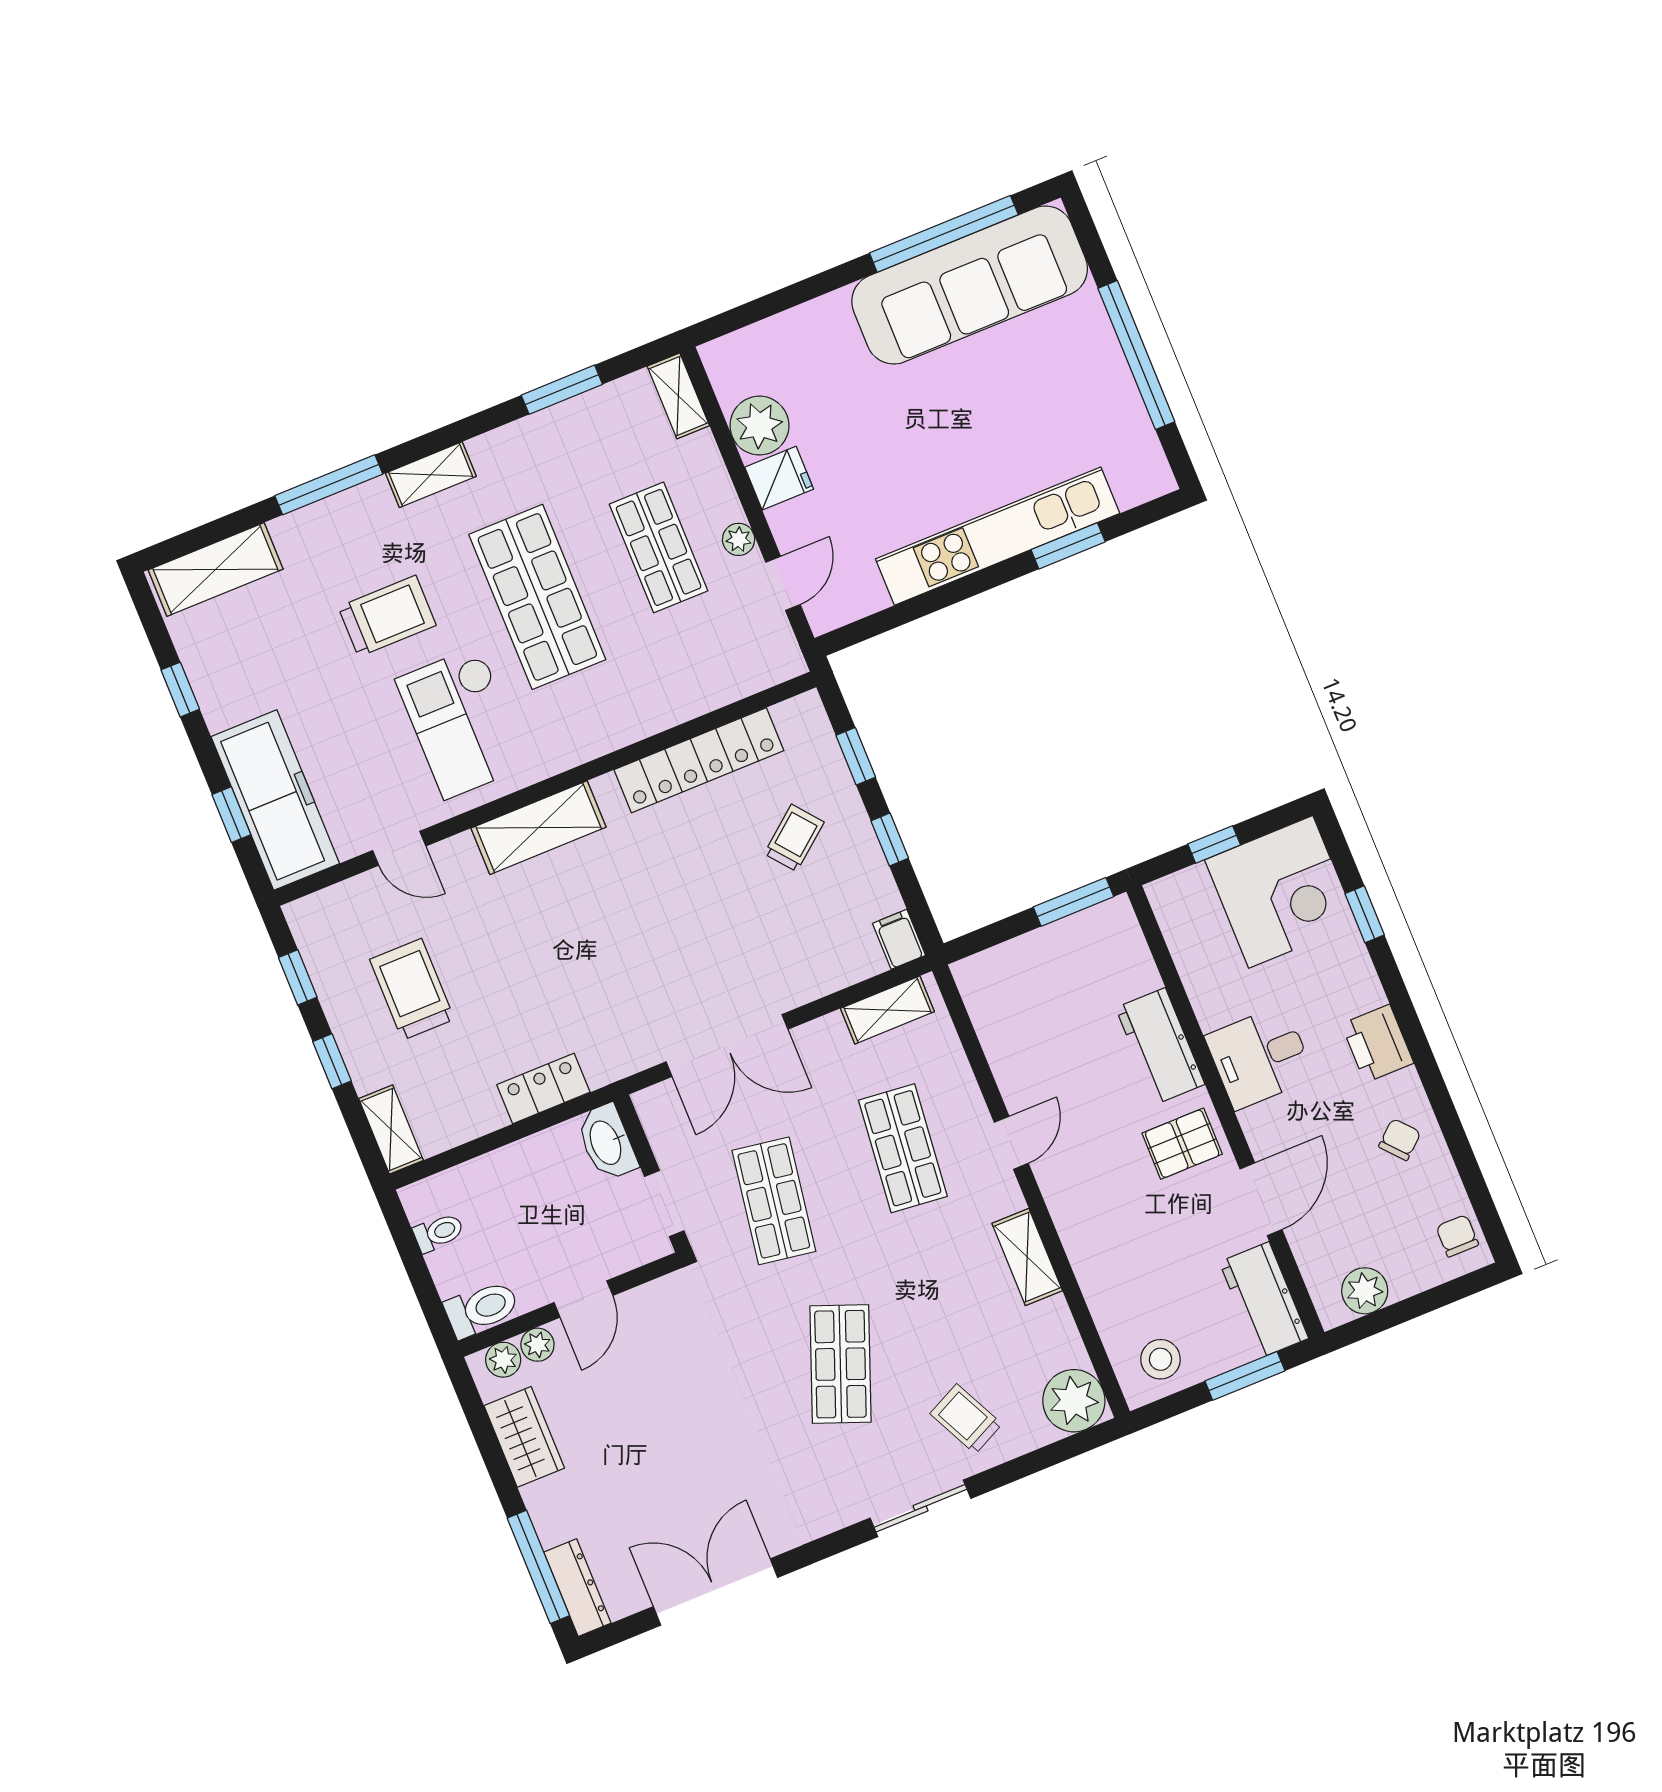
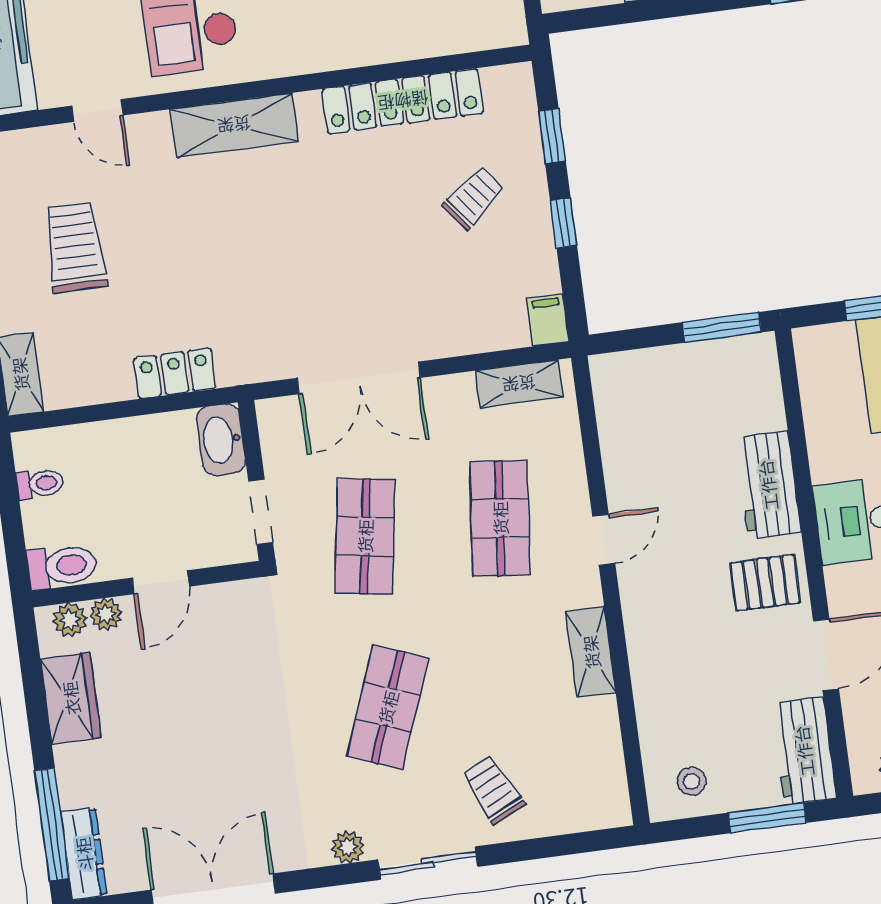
stool: (1160, 1359) -> (692, 781), width x0.73, depth x0.73
plant: (1074, 1401) -> (348, 847), moved, width x0.53, depth x0.53

